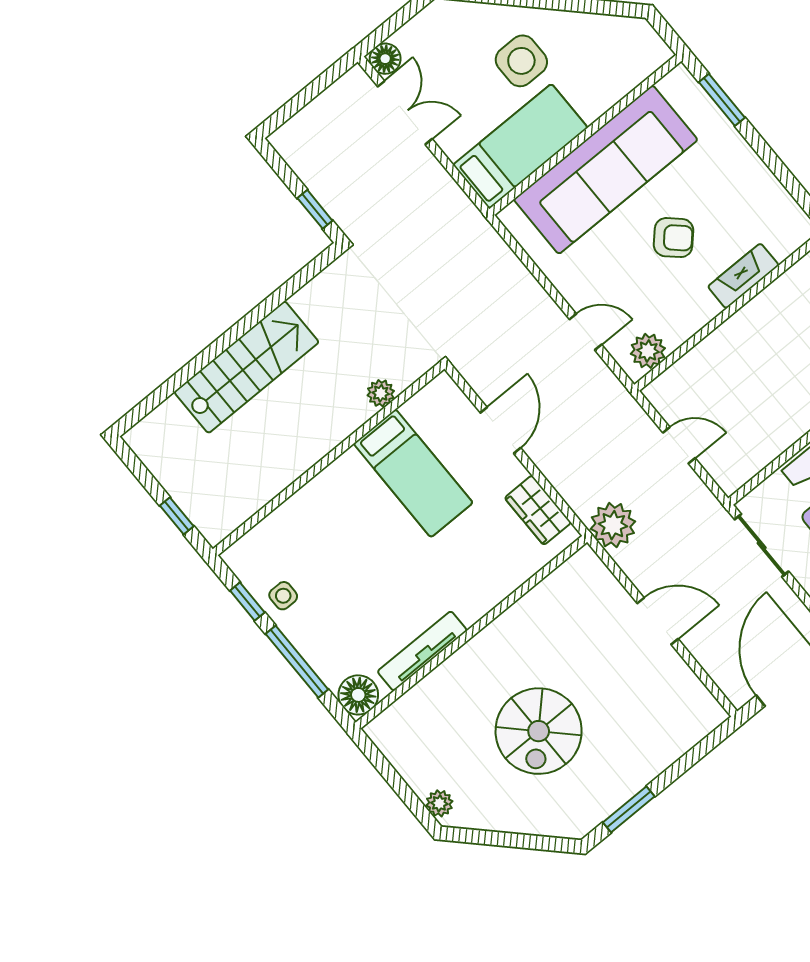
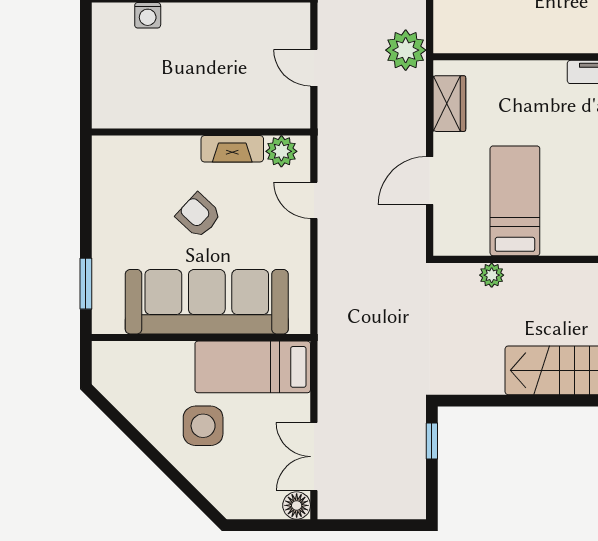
fireplace: (743, 276) -> (232, 149), moved

